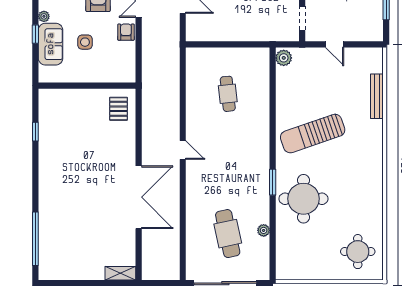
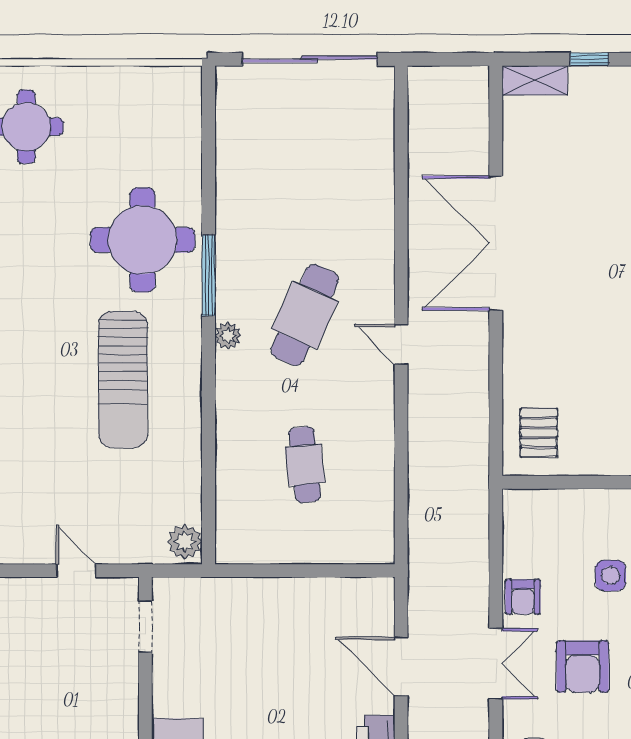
sun lounger: (313, 134) -> (123, 379), turned 109
window: (273, 182) -> (209, 275), width x1.44
plant: (264, 230) -> (228, 336), moved
cafe table: (228, 234) -> (305, 315), moved, turned 36
window: (95, 283) -> (589, 59), added

